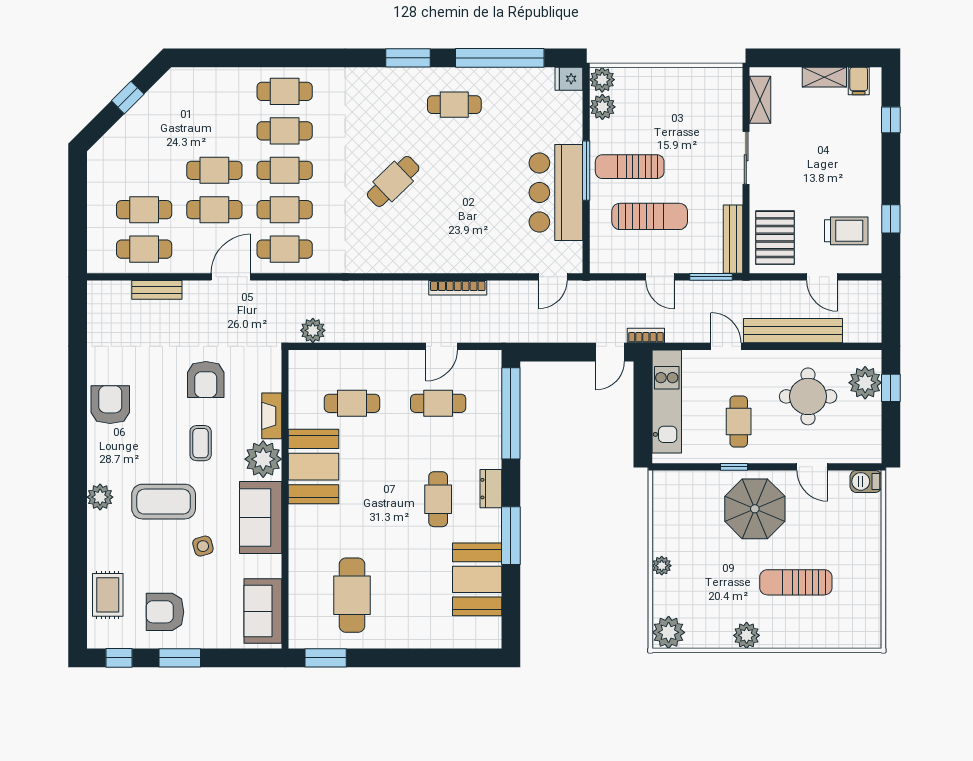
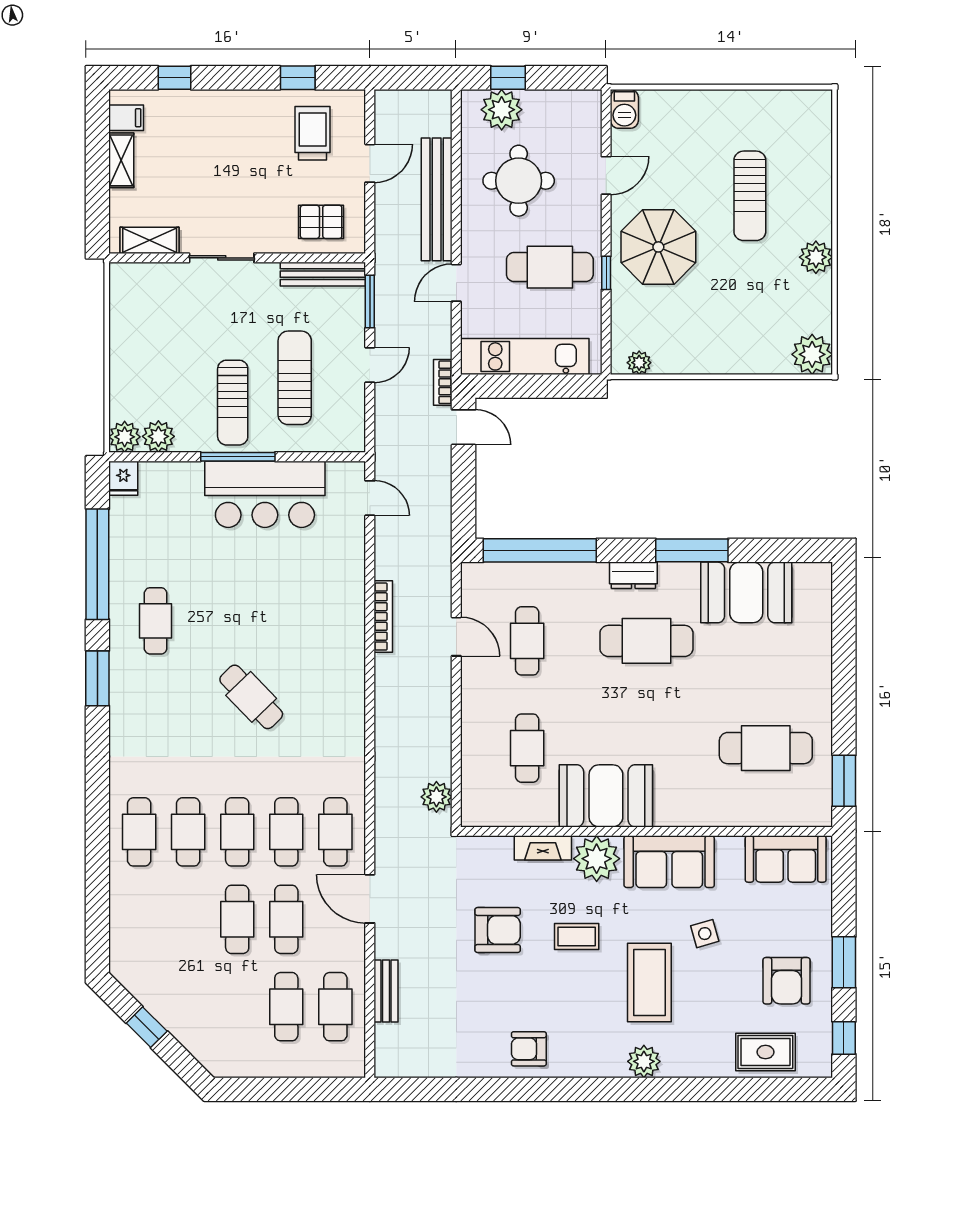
pallet: (775, 238) -> (321, 222), width x0.67, depth x0.71
armchair: (110, 405) -> (529, 1049), width x0.72, depth x0.72
cafe table: (739, 422) -> (550, 267), width x1.37, depth x1.35
cafe table: (438, 499) -> (646, 641), width x1.37, depth x1.35
plant: (662, 566) -> (639, 363), moved

